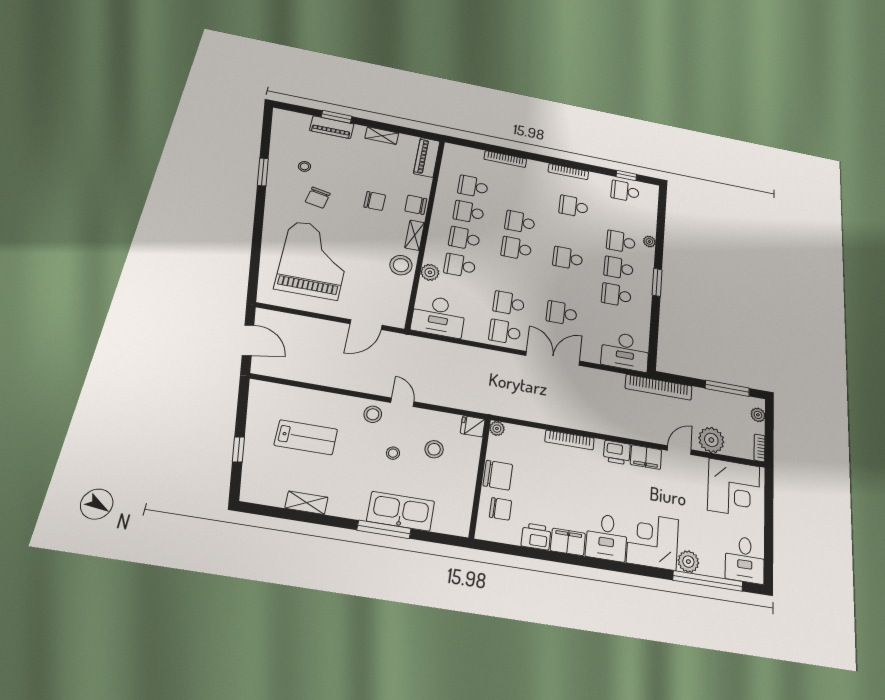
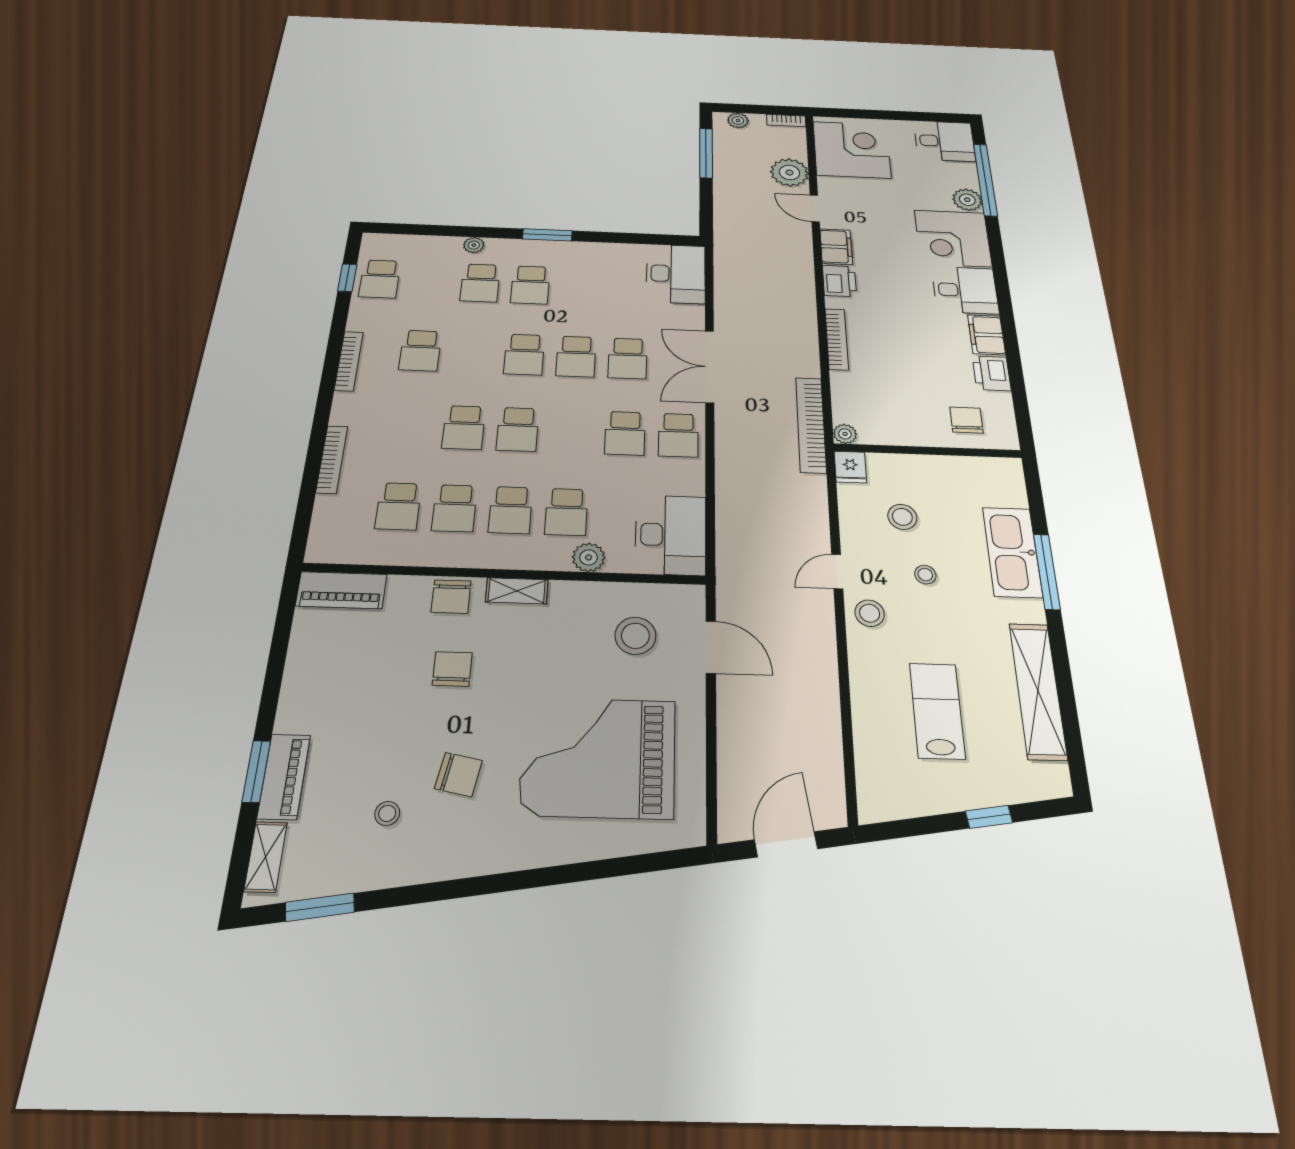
shelving: (382, 136) -> (266, 857), moved
window: (263, 172) -> (320, 907), moved
stool: (401, 265) -> (635, 636), moved
school desk: (616, 295) -> (576, 356), moved
bookcase: (659, 387) -> (811, 425), moved, turned 180
chair: (498, 475) -> (917, 427), removed
shelving: (306, 503) -> (1038, 690), width x2.20, depth x1.33

